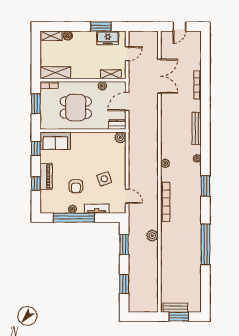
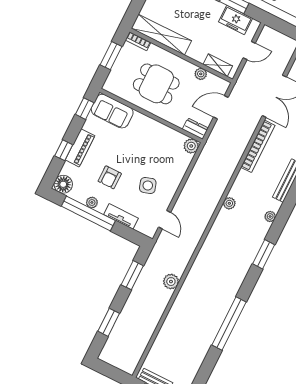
shelving: (55, 73) -> (161, 35), width x1.47
bookcase: (165, 202) -> (258, 146), moved
floor lamp: (47, 207) -> (63, 184), added

